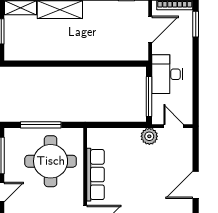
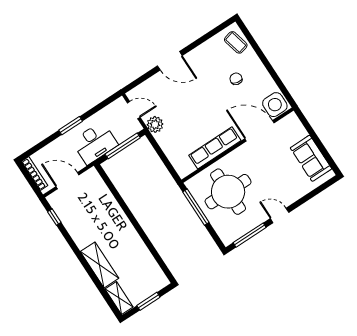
window: (196, 24) -> (71, 126), moved
window: (41, 125) -> (196, 207), moved
door: (174, 126) -> (134, 110), swing flipped

